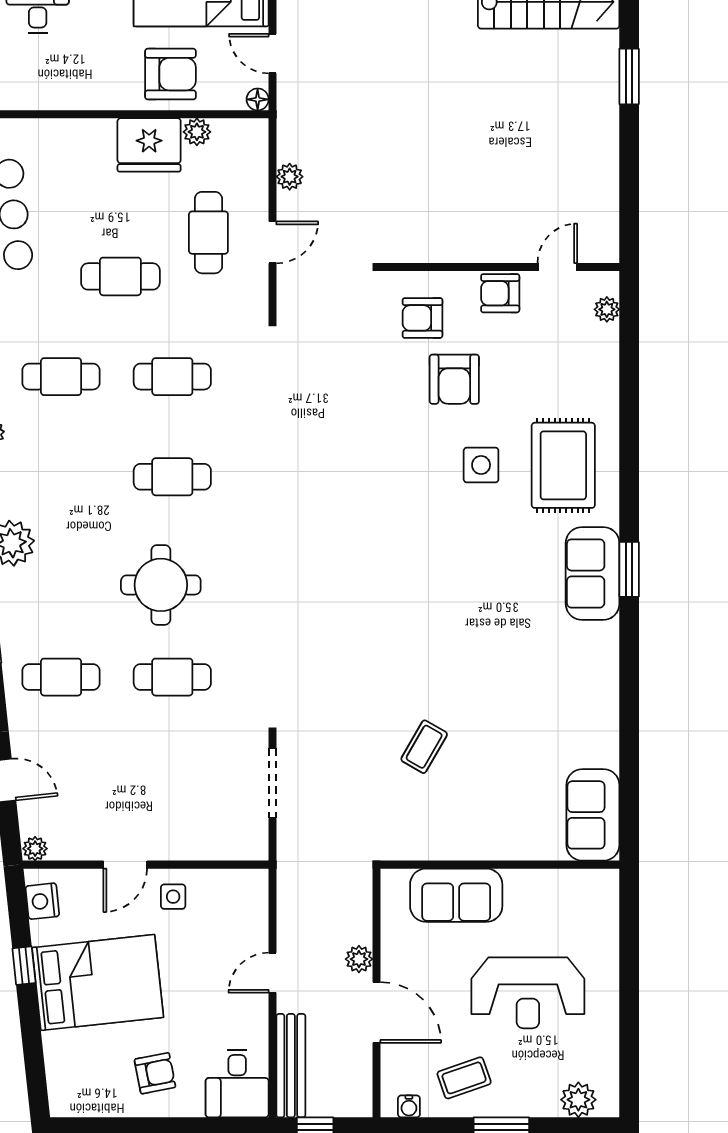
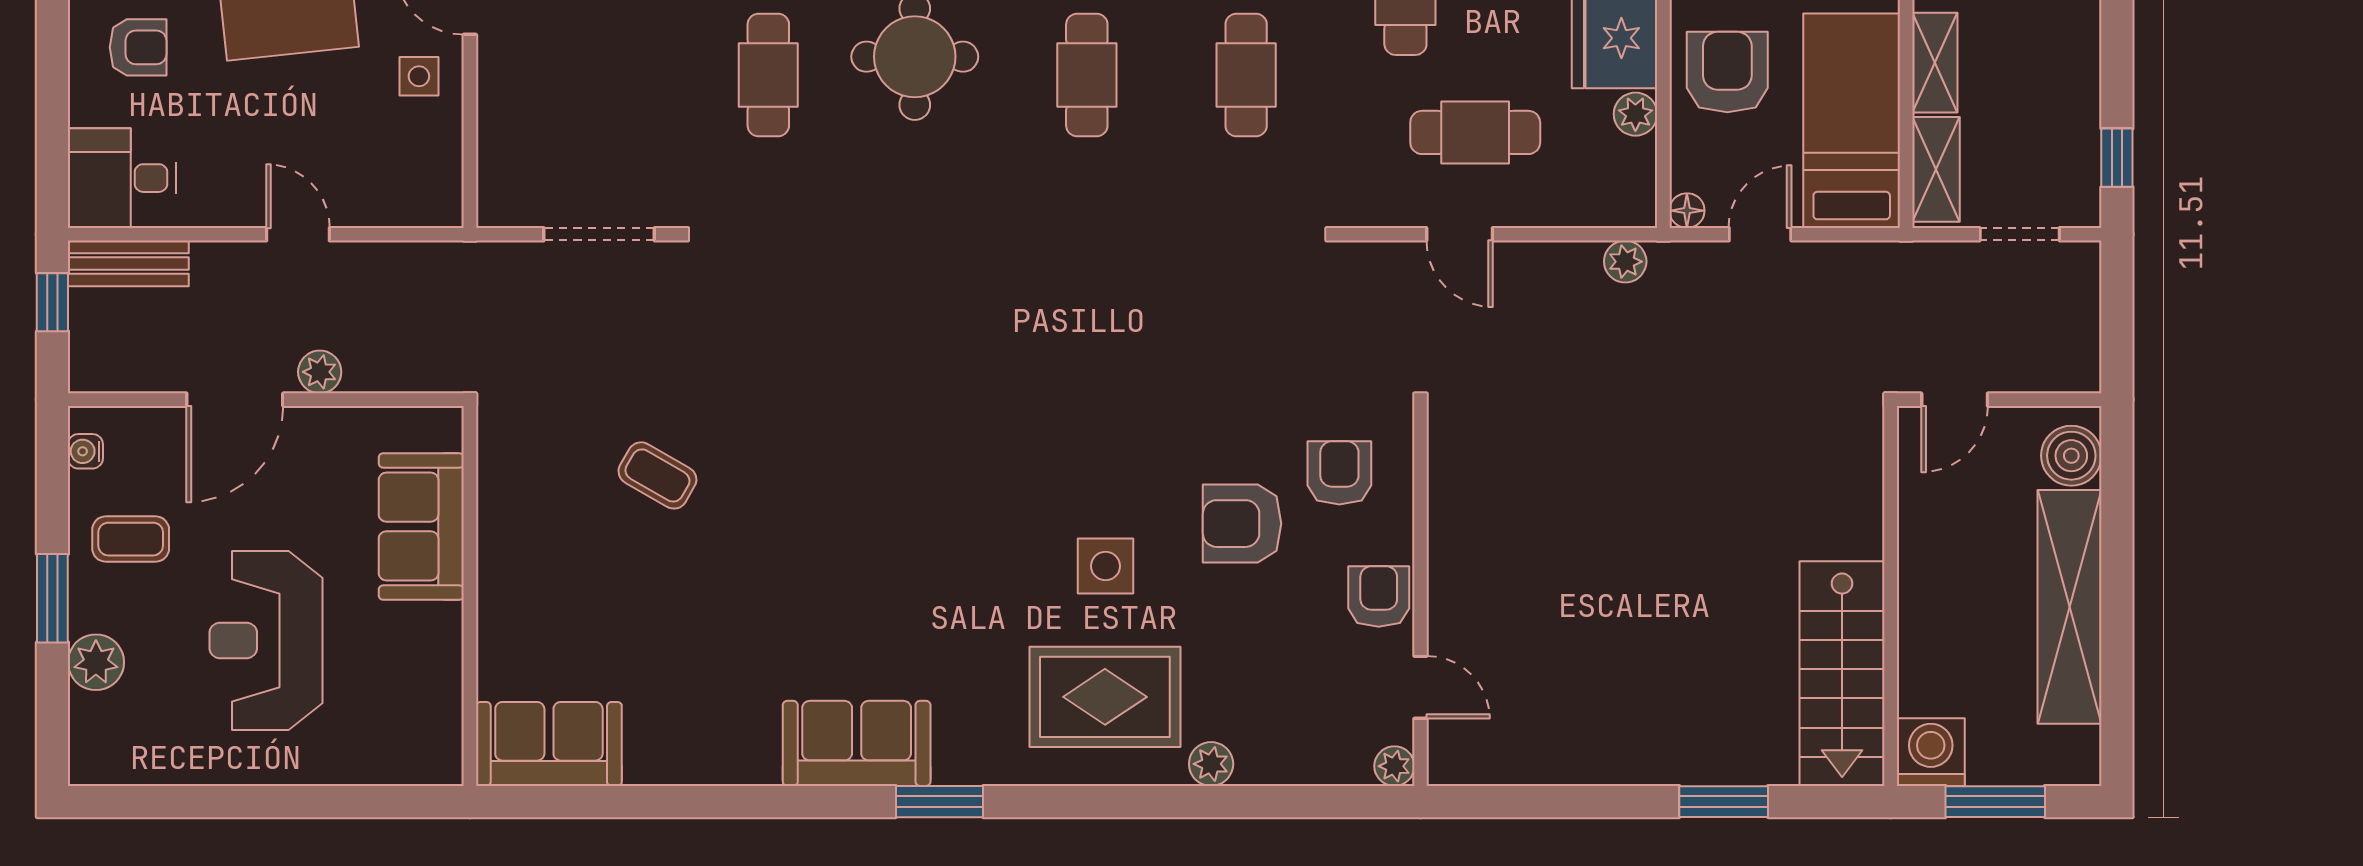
armchair: (170, 74) -> (1727, 72), turned 180
plant: (290, 177) -> (1625, 262), moved
plant: (607, 309) -> (1394, 766), moved
plant: (606, 399) -> (1211, 764), added
sofa: (593, 573) -> (857, 743), moved
bench: (291, 1066) -> (128, 263), width x0.73
armchair: (155, 1073) -> (138, 47), turned -79
coffee table: (464, 1078) -> (131, 539), turned -71
plant: (578, 1100) -> (96, 662), moved

